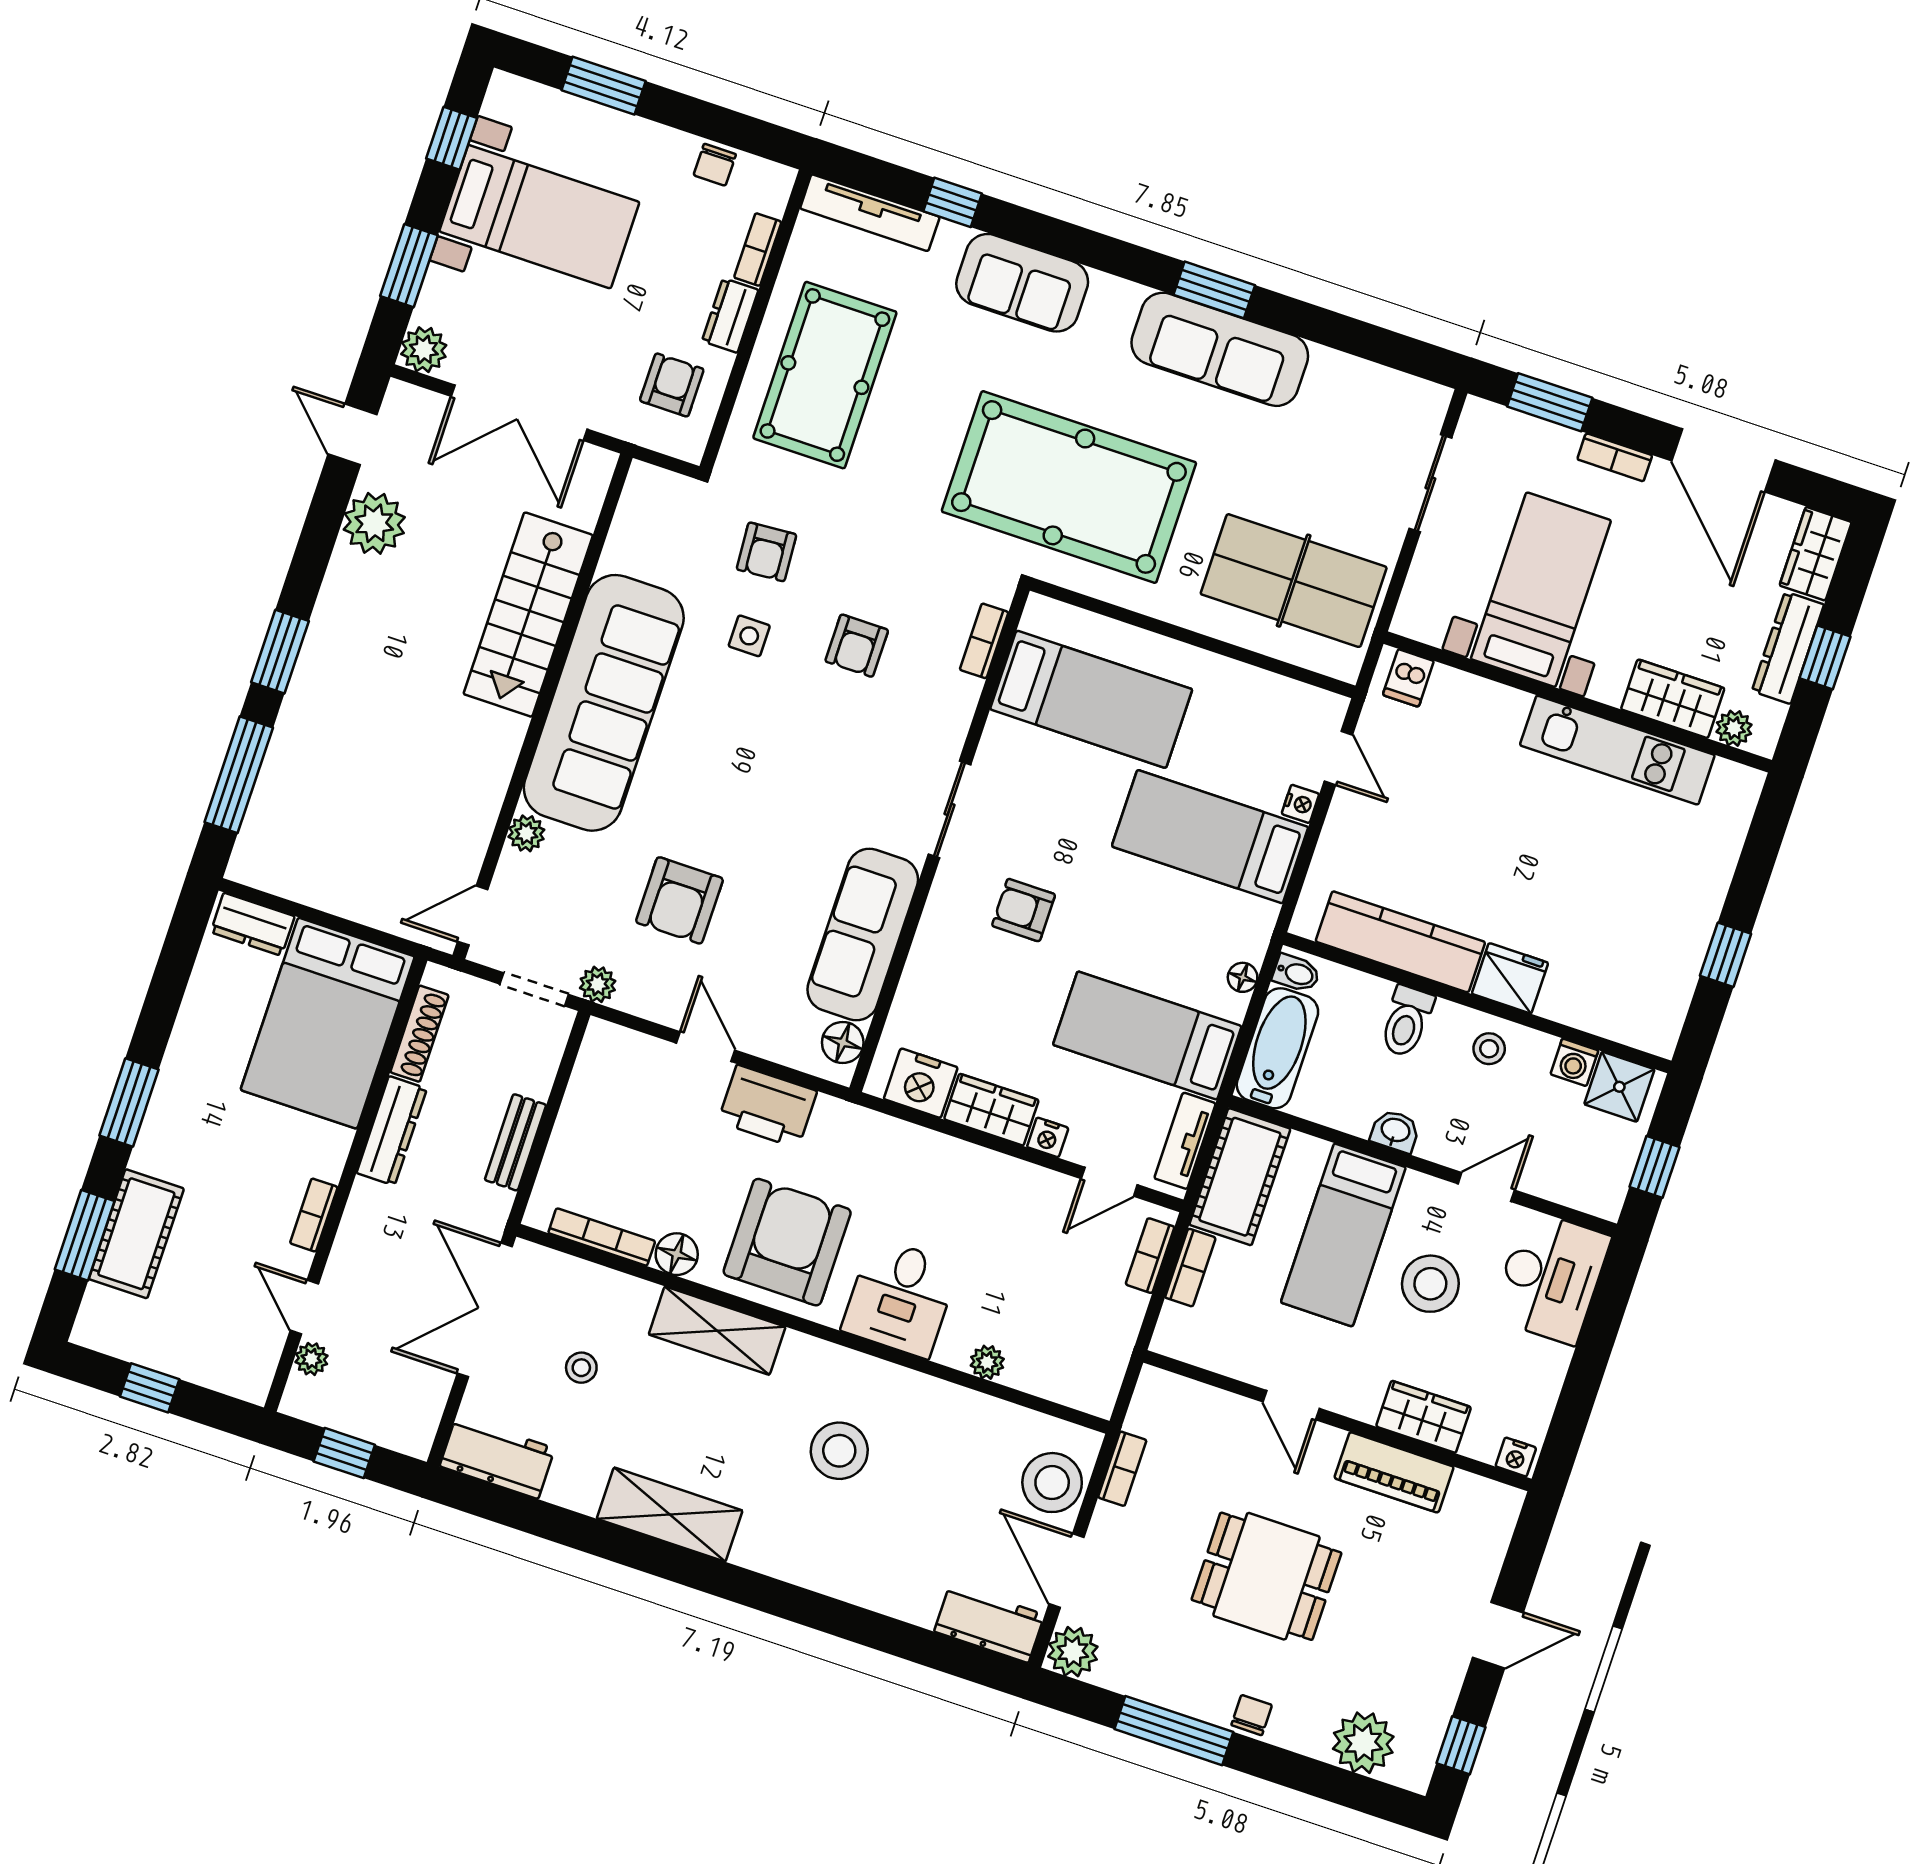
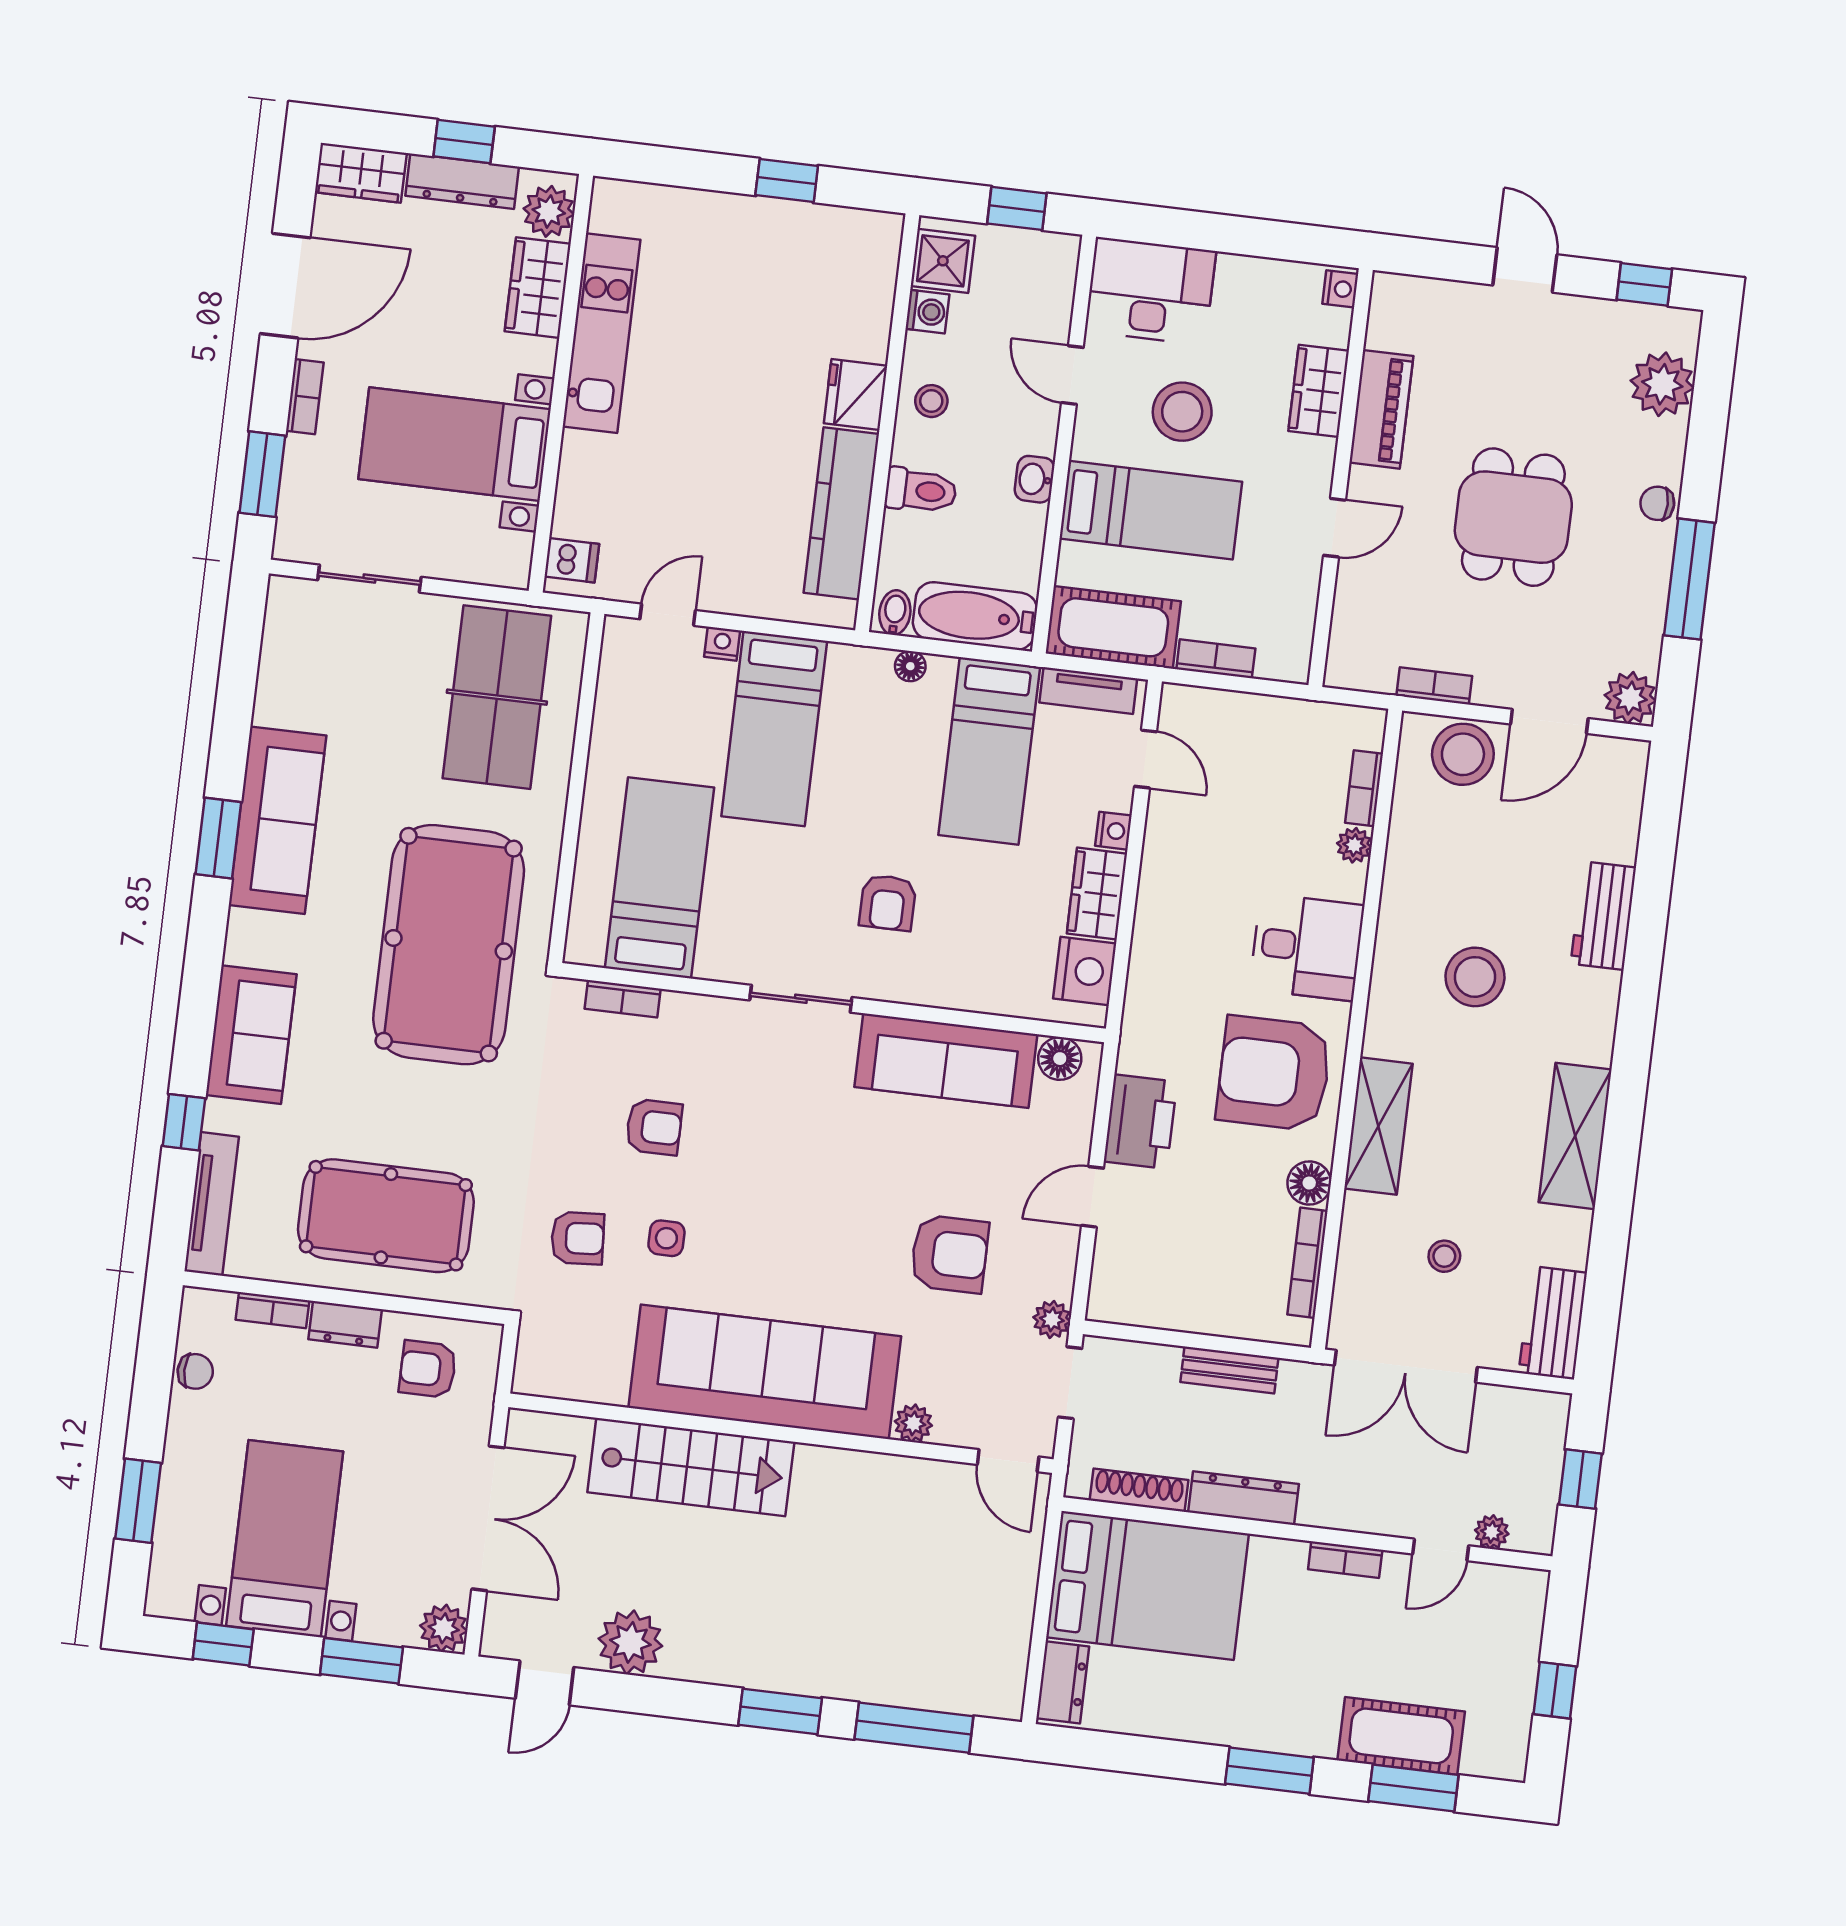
plant: (1734, 728) -> (549, 211), width x1.38, depth x1.38
bookcase: (1150, 1256) -> (1364, 788), moved, turned 90
workbench: (989, 1623) -> (1603, 916), moved

